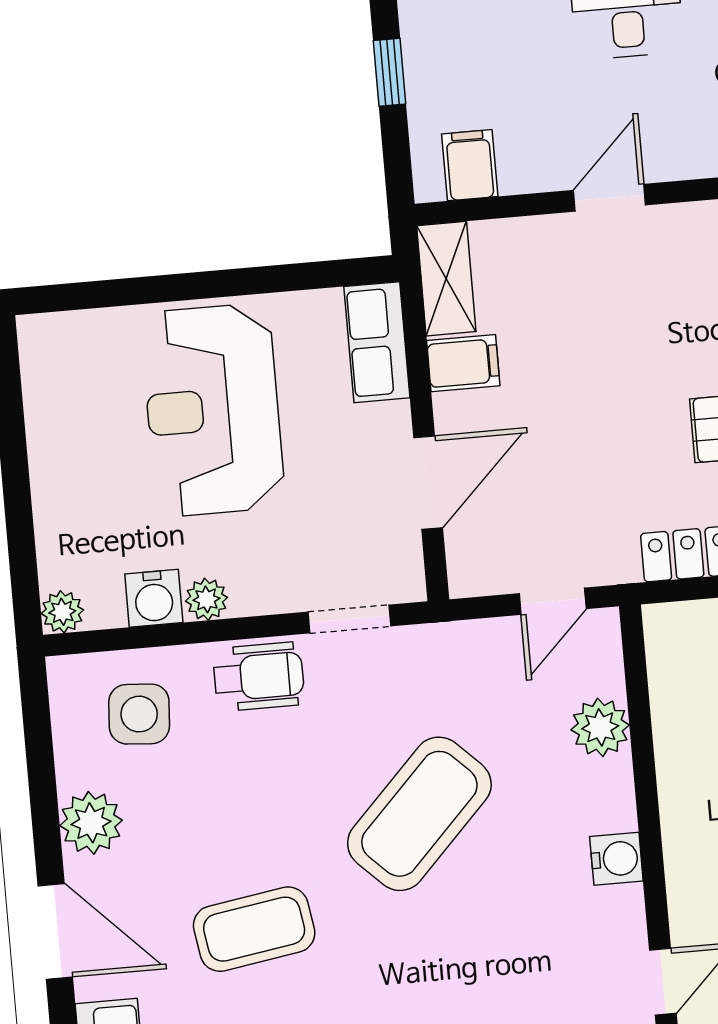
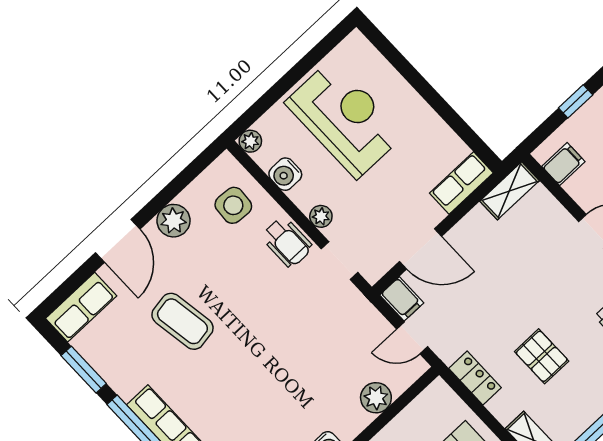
filing cabinet: (463, 363) -> (402, 299), moved
reception desk: (213, 410) -> (345, 118), moved, turned 90
plant: (207, 599) -> (321, 216), moved
coffee table: (419, 814) -> (283, 352), removed

